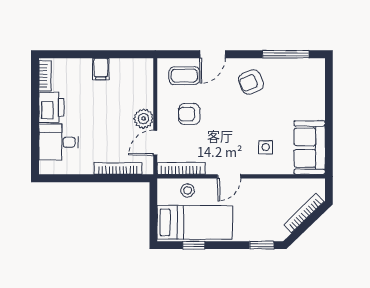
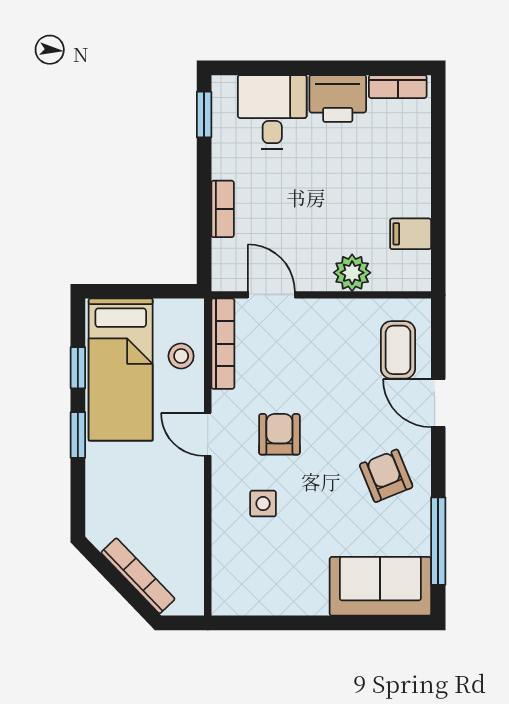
filing cabinet: (101, 69) -> (411, 234), moved
armchair: (189, 114) -> (279, 434), moved
plant: (144, 119) -> (352, 273), moved
sofa: (309, 148) -> (380, 586), moved
bookcase: (118, 169) -> (223, 209), width x0.64
window: (60, 178) -> (204, 114), added
window: (262, 245) -> (78, 435), moved

